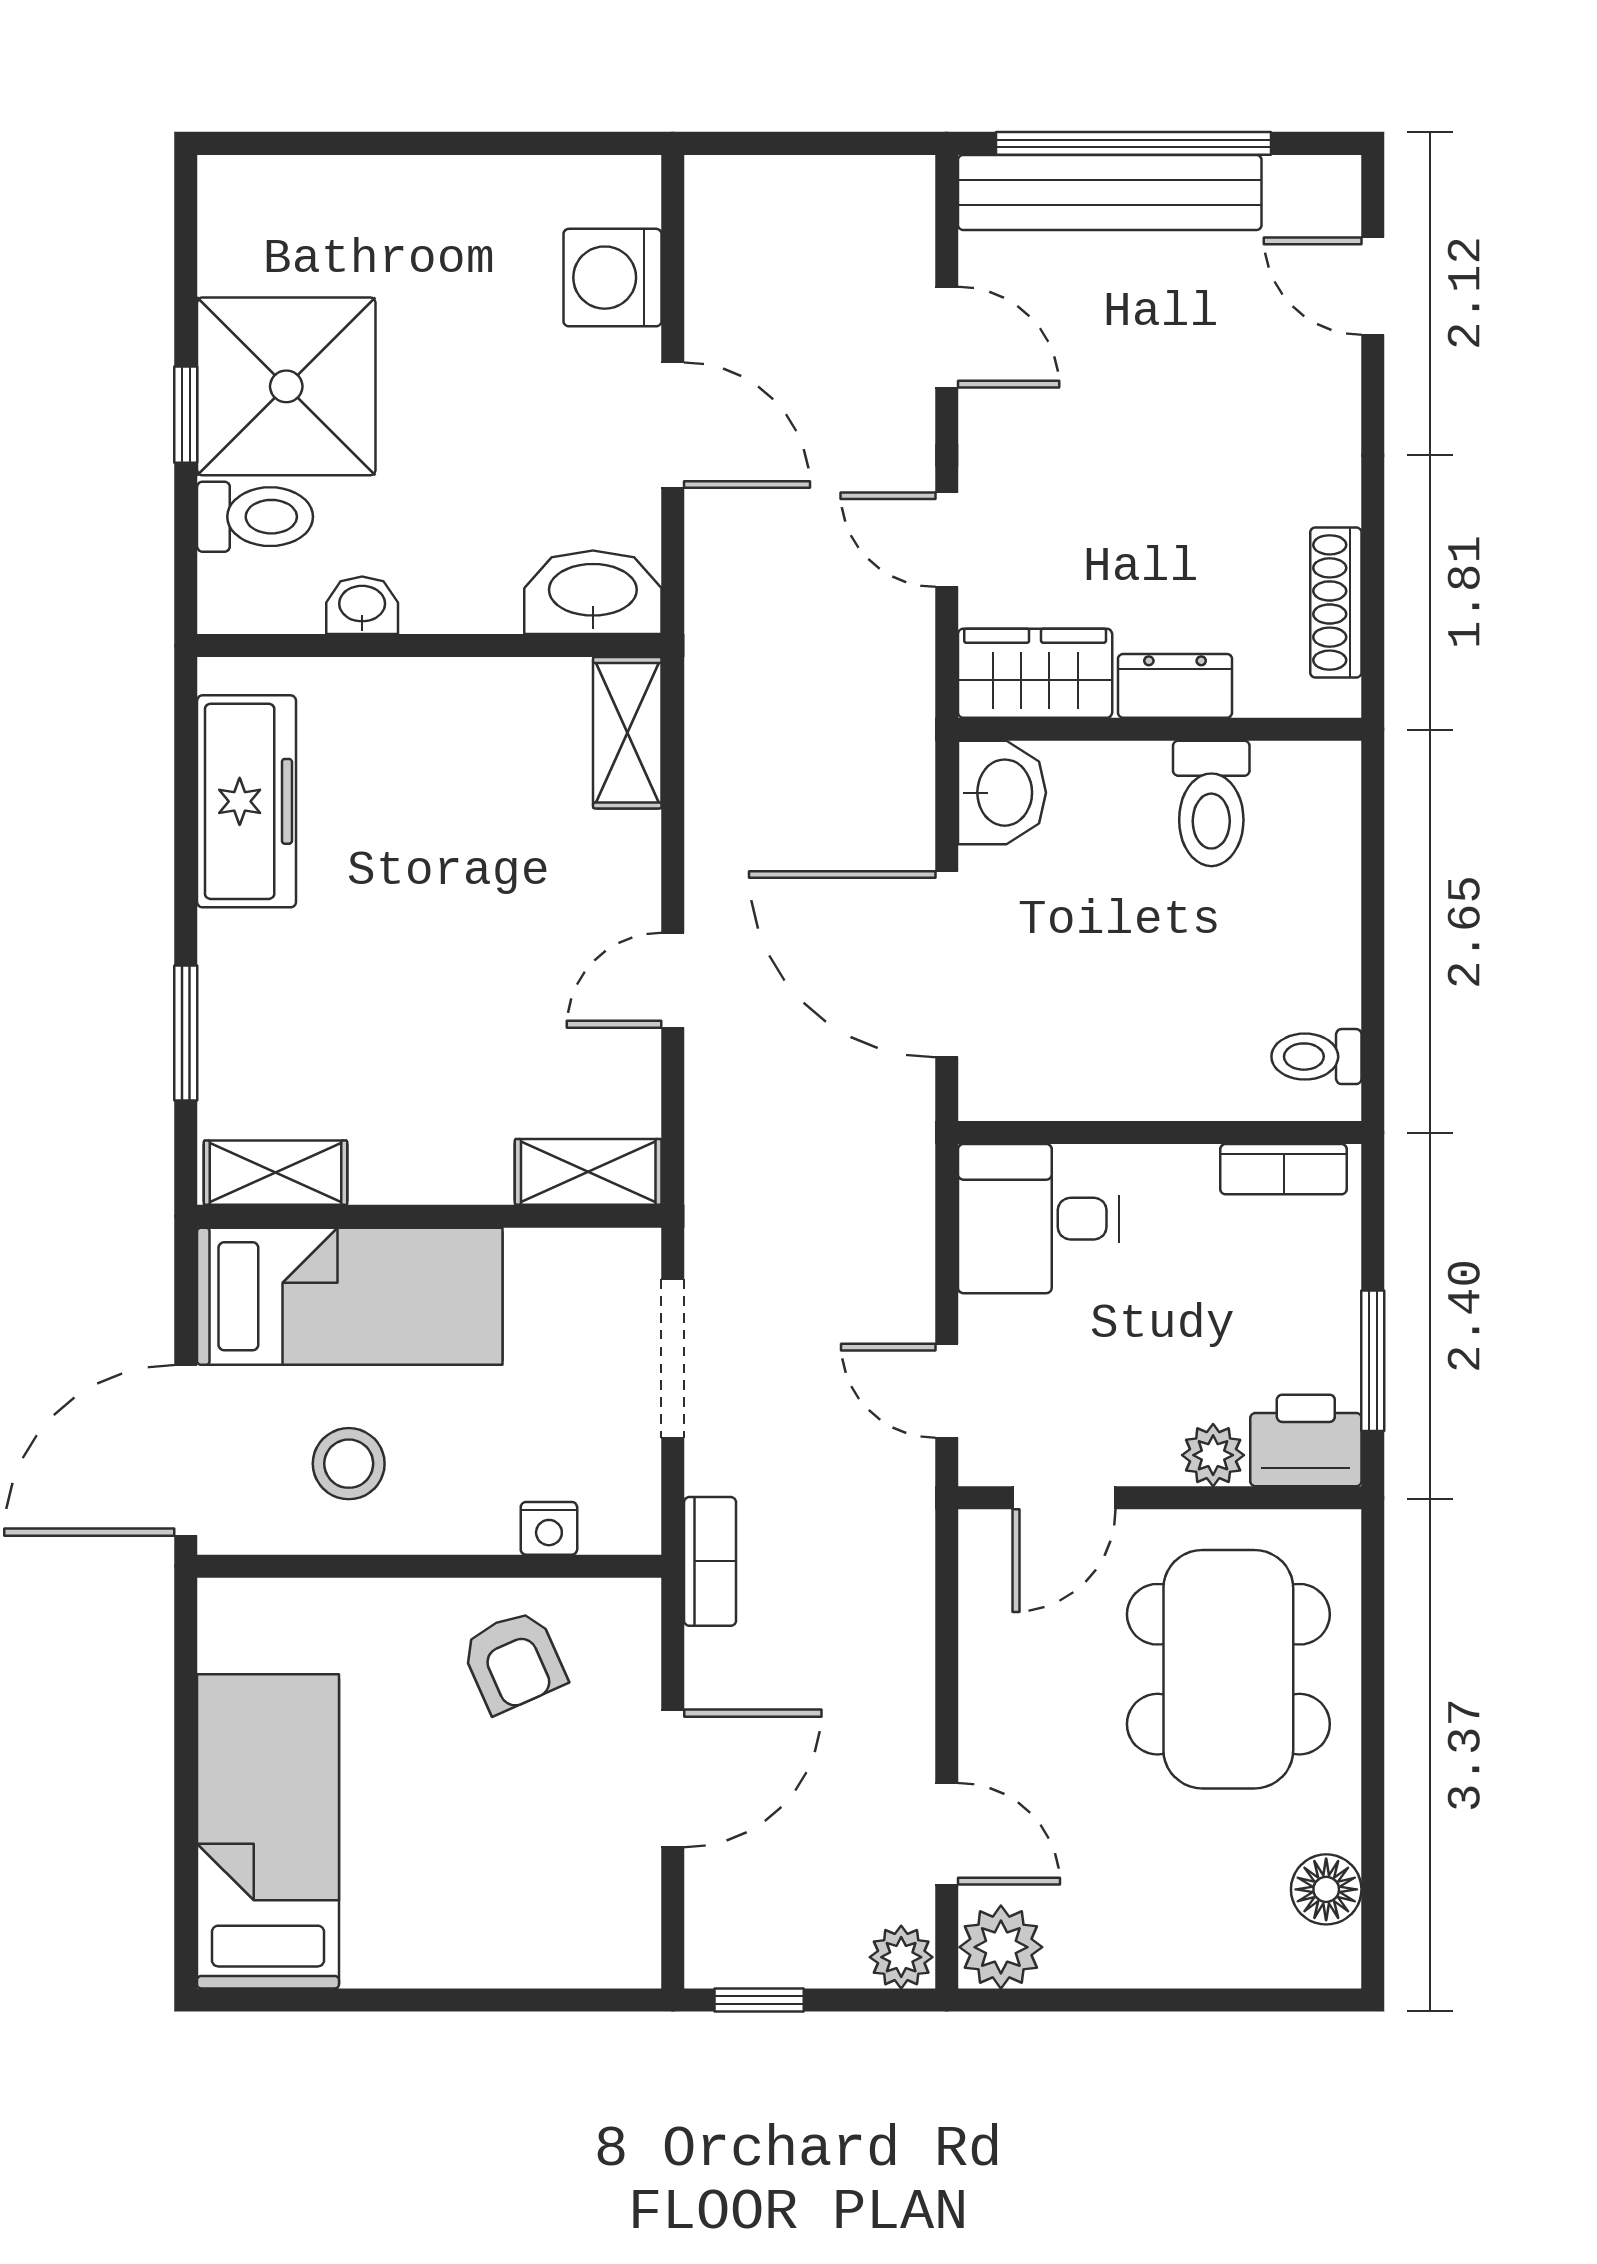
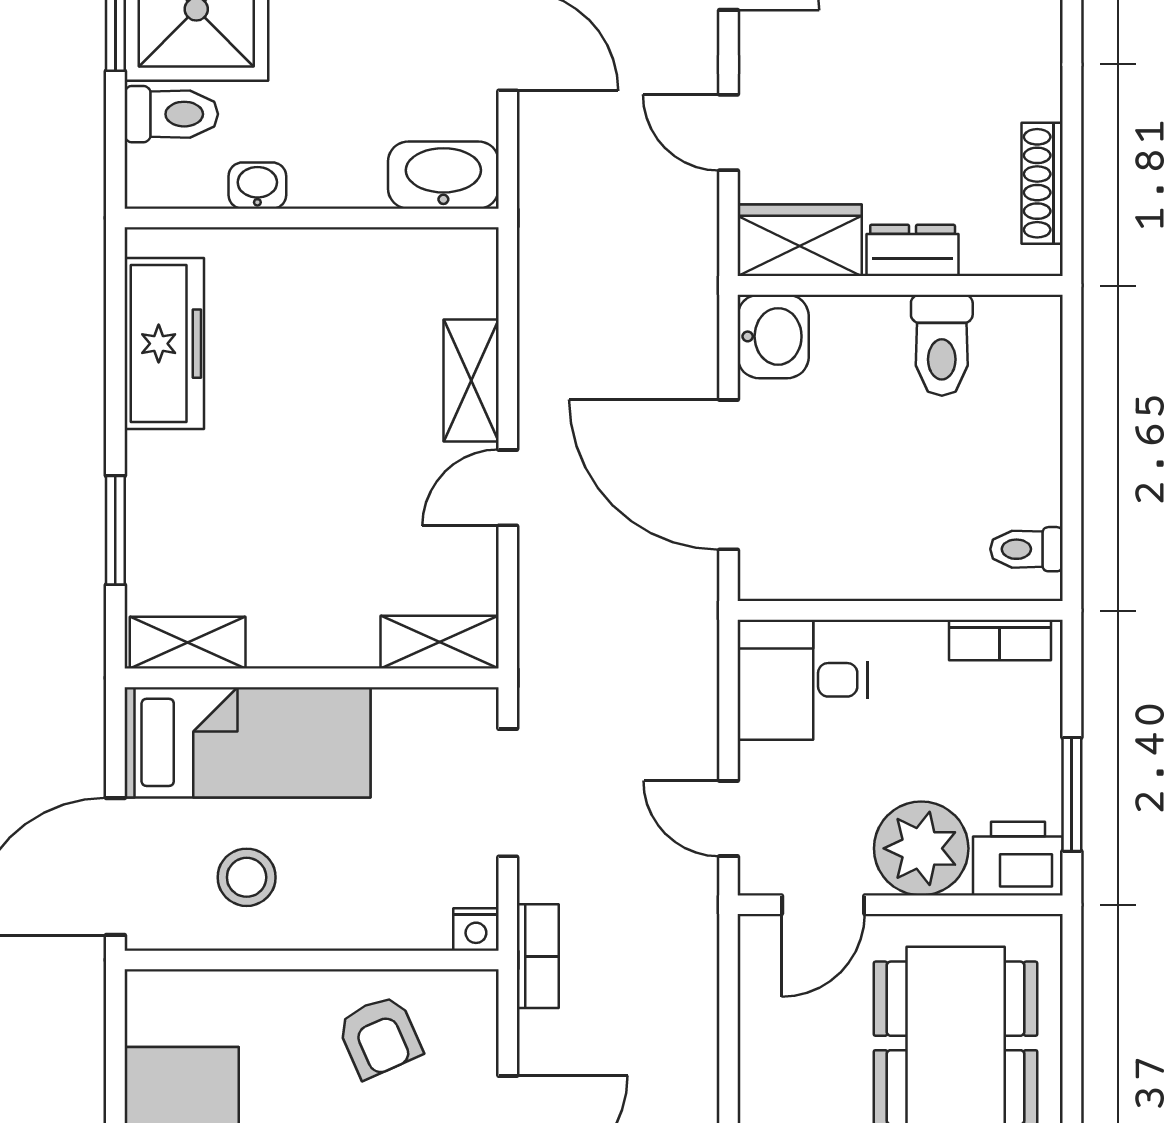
shelving: (627, 733) -> (471, 380), moved
plant: (1213, 1455) -> (921, 848), width x1.87, depth x1.87
nightstand: (549, 1528) -> (476, 929), moved

